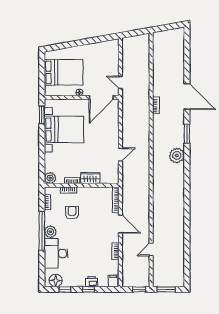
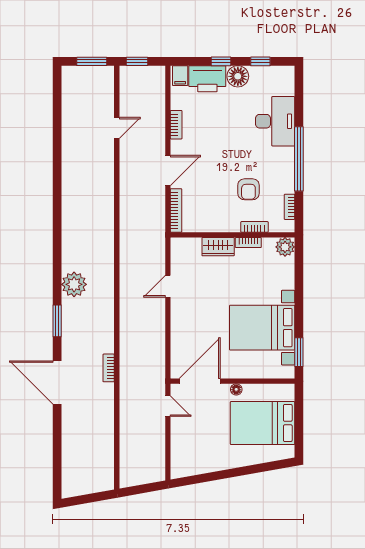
door: (120, 224) -> (168, 170), swing flipped
plant: (50, 232) -> (285, 157), removed
floor lamp: (56, 280) -> (238, 76), moved
printer: (92, 282) -> (207, 79), width x1.87, depth x1.48

